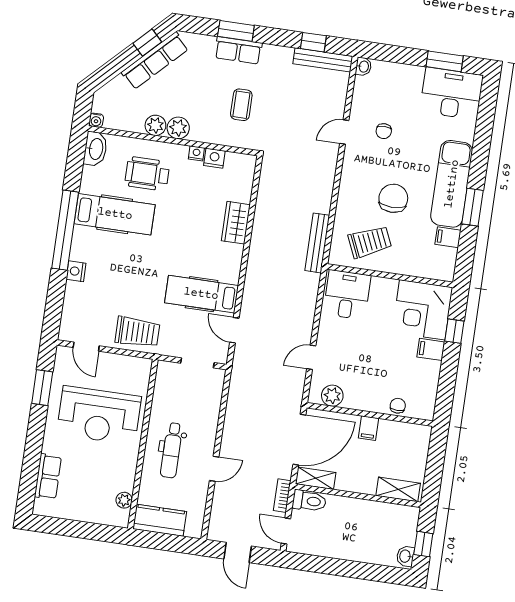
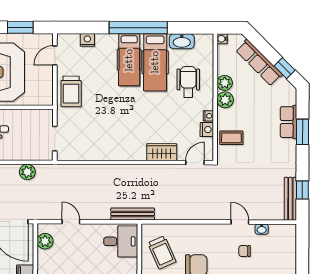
row of seats: (238, 50) -> (289, 122), moved
row of seats: (155, 61) -> (259, 63), moved
washbasin: (363, 67) -> (262, 229), moved
coffee table: (241, 105) -> (231, 138), moved
washbasin: (95, 149) -> (182, 41), moved
bench: (317, 243) -> (133, 214), moved
nightstand: (76, 271) -> (87, 40), moved
hospital bed: (201, 294) -> (129, 60), moved, turned 180
door: (234, 330) -> (195, 163), moved
plant: (236, 406) -> (27, 172), added

